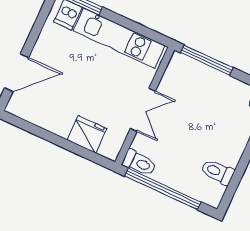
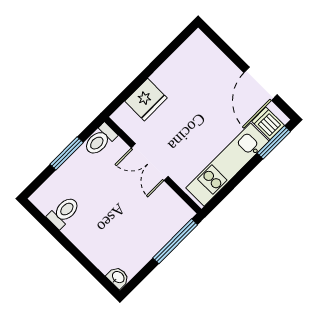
door: (17, 73) -> (261, 84), moved
window: (163, 189) -> (67, 153), width x0.47

